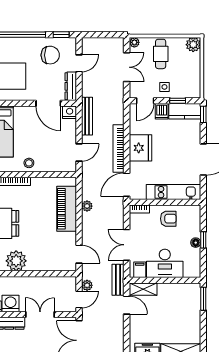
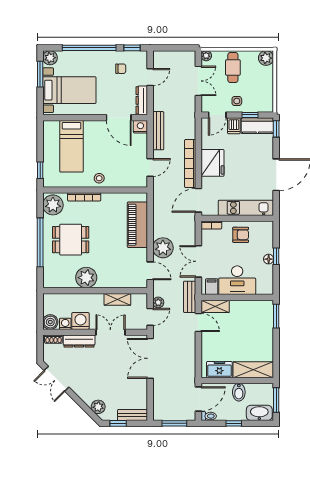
chair: (50, 55) -> (121, 69), width x0.54, depth x0.54
plant: (87, 206) -> (163, 248), moved, width x1.88, depth x1.88
shelving: (47, 282) -> (117, 299), added

